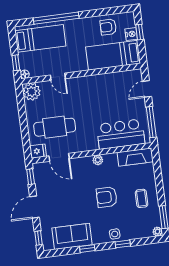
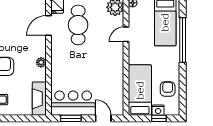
window: (151, 122) -> (71, 118), width x0.69
bar counter: (121, 134) -> (73, 103), moved, turned -90

